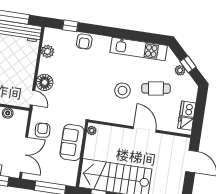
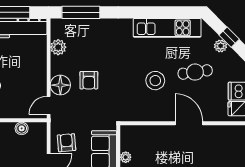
window: (70, 26) -> (81, 12), width x2.17
armchair: (84, 42) -> (89, 80), moved
door: (32, 98) -> (49, 105), swing flipped
plant: (92, 131) -> (126, 157), moved

